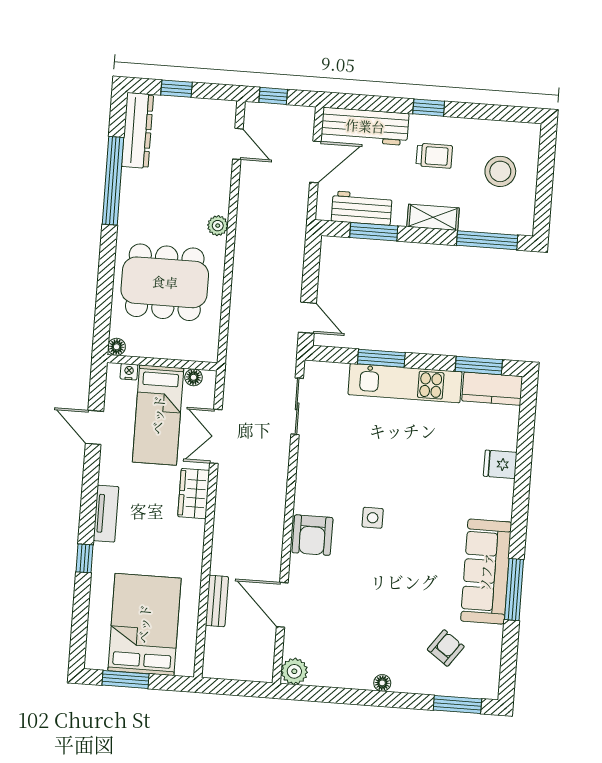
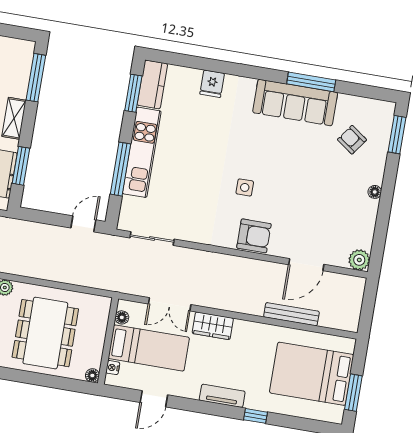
window: (381, 358) -> (120, 169), width x1.44
bench: (217, 601) -> (291, 314), width x1.36

